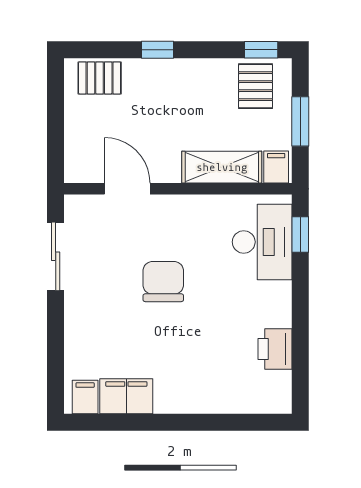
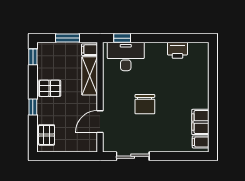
pallet: (256, 86) -> (50, 88), moved
chair: (163, 282) -> (145, 104), turned -90

